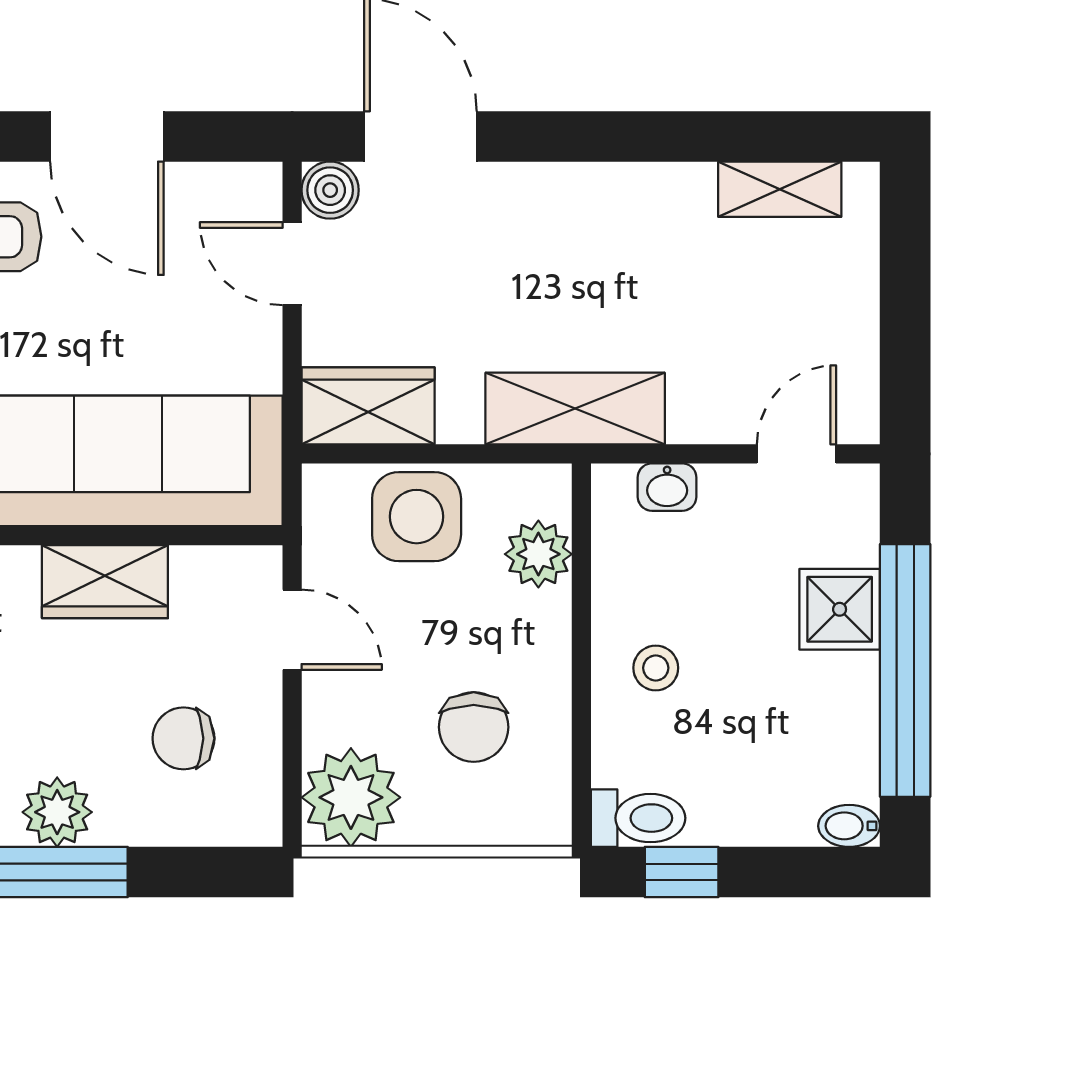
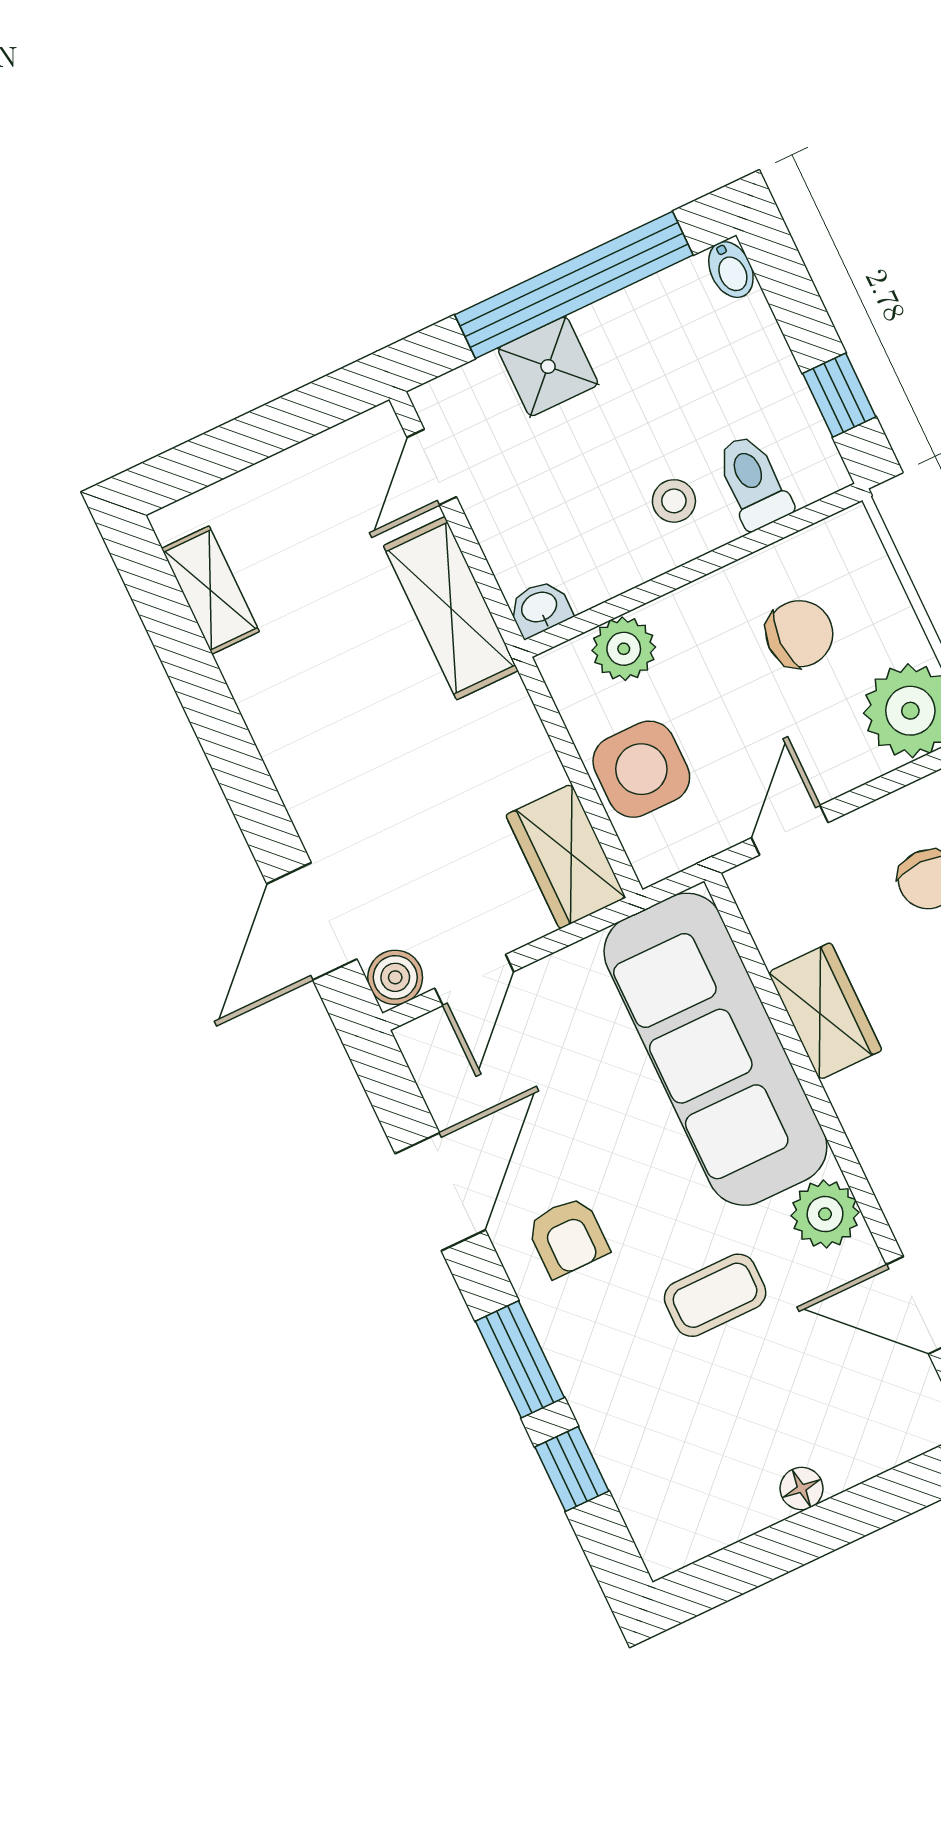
shelving: (575, 409) -> (451, 608), moved
door: (797, 454) -> (432, 467), hinge flipped
washbasin: (667, 487) -> (540, 608), moved, turned -90
toilet: (638, 818) -> (753, 482), moved

